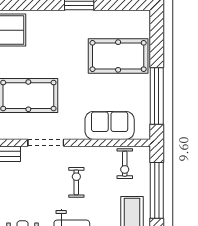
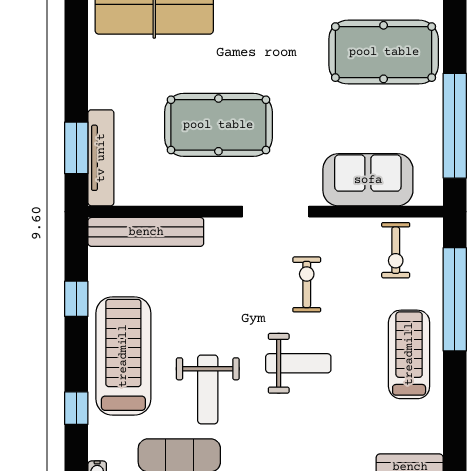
doorway: (46, 143) -> (276, 212), moved

